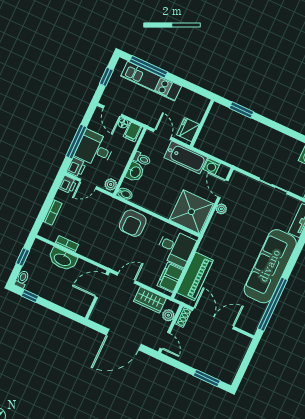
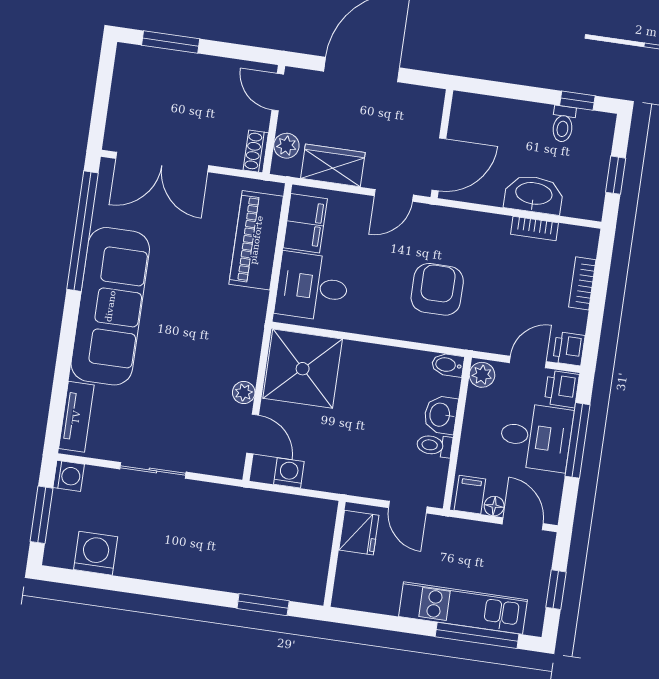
bathtub: (186, 157) -> (347, 475), removed
armchair: (133, 223) -> (437, 289), moved
toilet: (22, 279) -> (563, 124), moved
double door: (213, 318) -> (162, 162), moved

